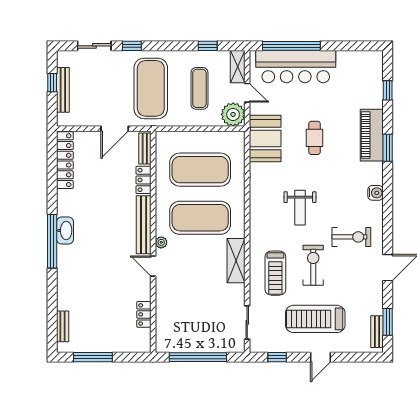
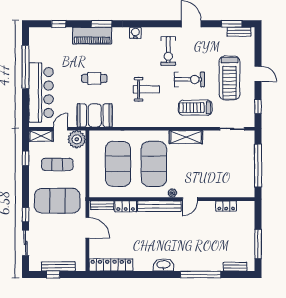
window: (291, 46) -> (26, 67), moved
exercise bike: (351, 237) -> (168, 51), turned 180
window: (52, 241) -> (201, 274), moved
exercise bike: (313, 265) -> (189, 79), turned 180
treadmill: (275, 273) -> (195, 108), turned 180

